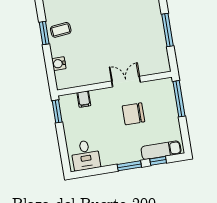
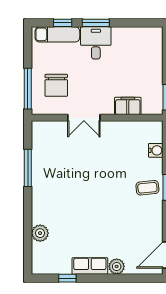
filing cabinet: (84, 99) -> (128, 106), width x2.00
chair: (133, 114) -> (56, 85), moved, turned 90
desk: (85, 155) -> (96, 43), moved

